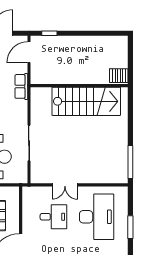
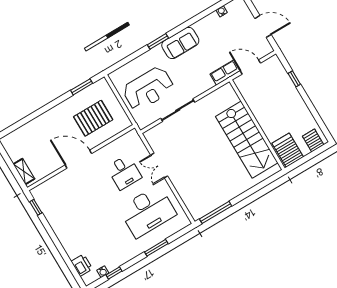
window: (49, 33) -> (294, 79), moved
server rack: (119, 48) -> (313, 140), added
door: (29, 52) -> (250, 67), moved
server rack: (119, 76) -> (288, 150), width x1.36, depth x1.44

